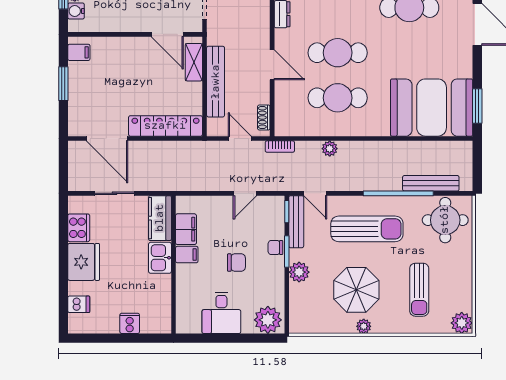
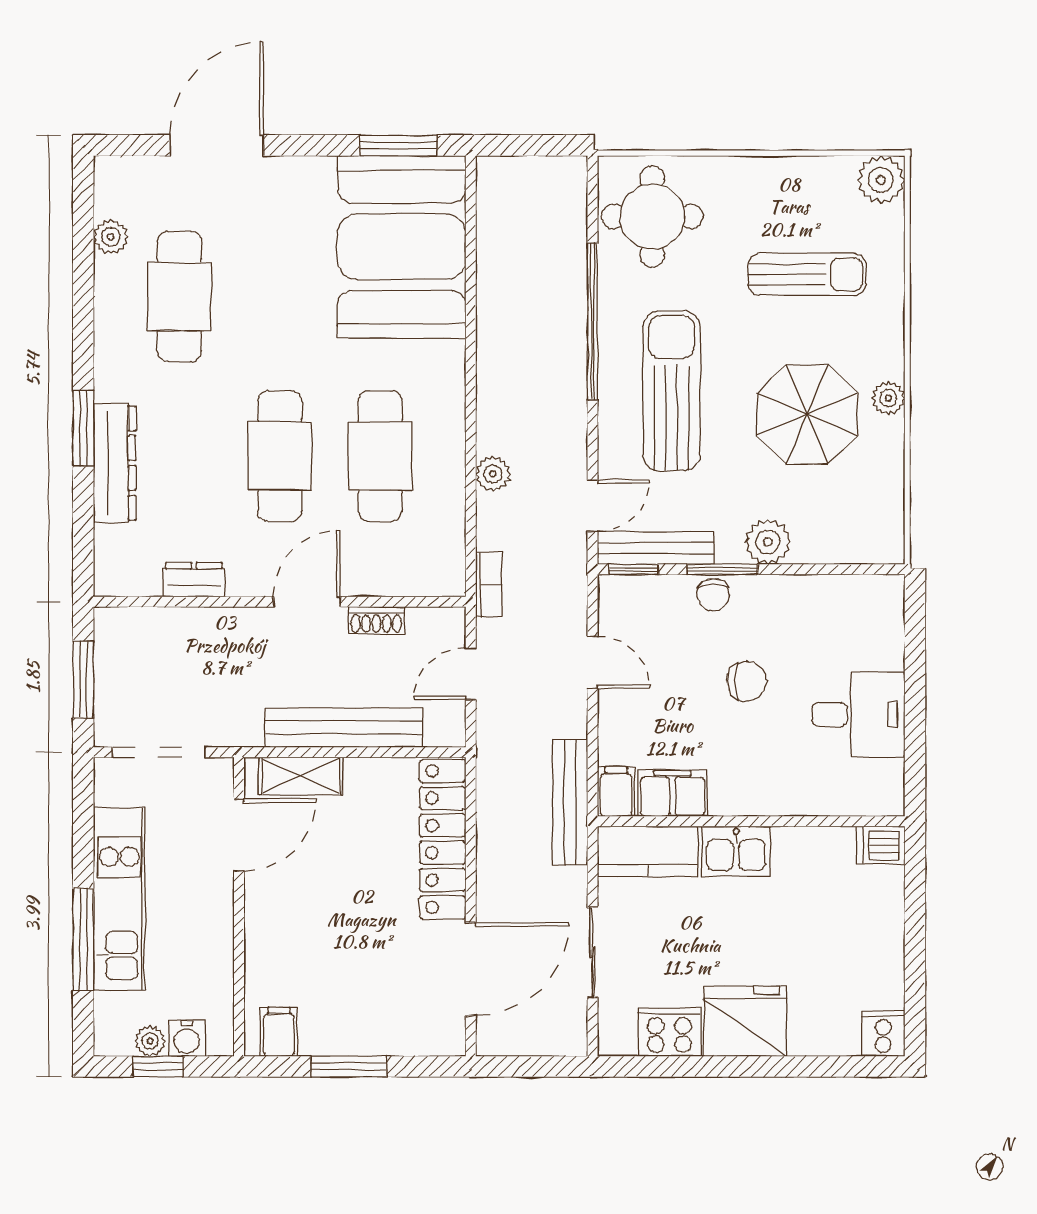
shoe rack: (264, 117) -> (376, 620), moved
bench: (431, 183) -> (570, 802), moved
filing cabinet: (187, 255) -> (616, 792), moved
chair: (236, 263) -> (747, 681), turned 90
dishwasher: (79, 304) -> (881, 845), moved, turned -90
plant: (268, 320) -> (874, 611), removed
cooker: (130, 323) -> (883, 1033), moved, turned 90

